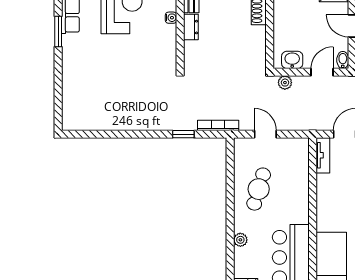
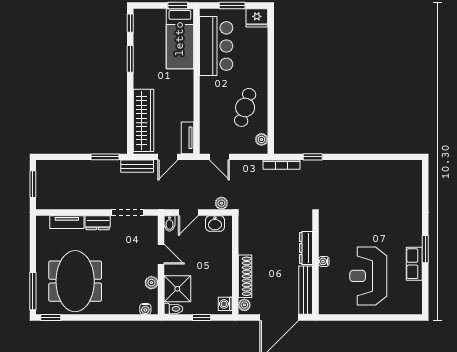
dresser: (191, 27) -> (306, 248), width x1.44
door: (265, 134) -> (219, 157), moved
plant: (240, 240) -> (261, 139), moved

